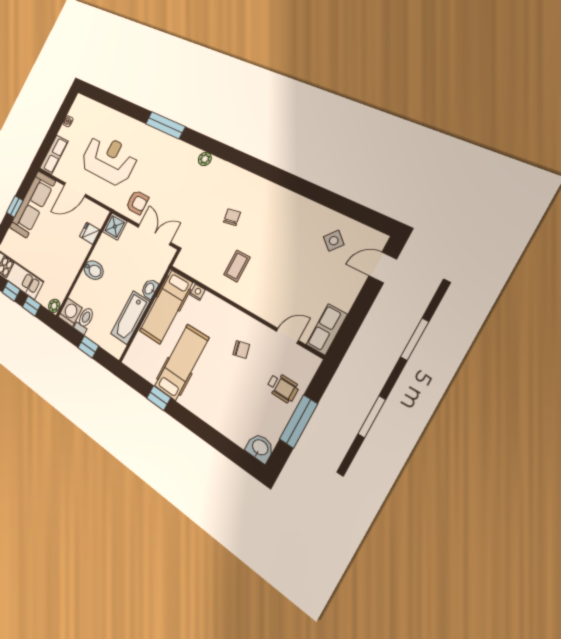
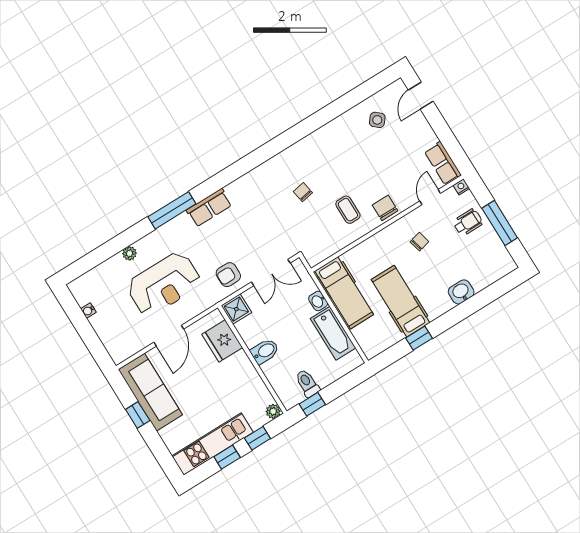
row of seats: (54, 155) -> (209, 208), moved, turned 90
plant: (205, 159) -> (130, 253), moved
reception desk: (109, 160) -> (164, 284), turned 180
armchair: (137, 202) -> (228, 275), turned 180
fridge: (90, 233) -> (222, 341), width x1.88, depth x1.34
double door: (154, 235) -> (271, 272), swing flipped
nightstand: (197, 292) -> (461, 187), moved
chair: (255, 299) -> (385, 208), added
washing machine: (70, 312) -> (290, 396), removed
window: (88, 347) -> (312, 404), moved
washbasin: (260, 448) -> (461, 292), moved

